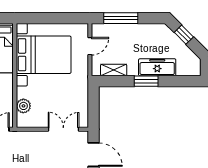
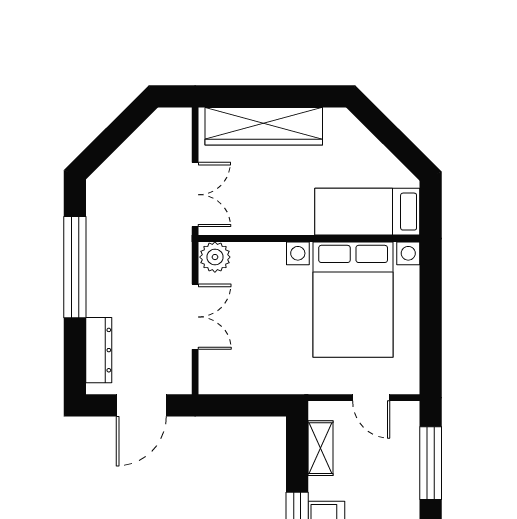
plant: (23, 106) -> (215, 257), moved
double door: (63, 129) -> (195, 317), moved

